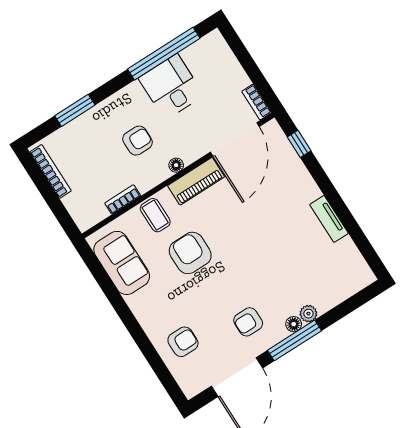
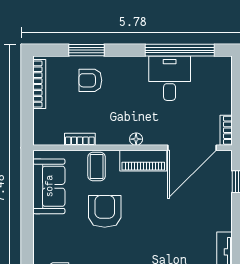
armchair: (137, 141) -> (90, 80), moved, turned 180

